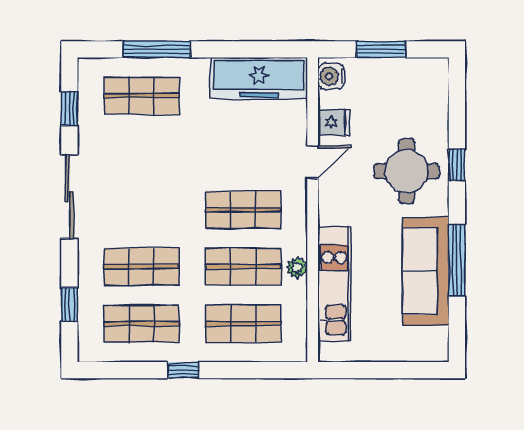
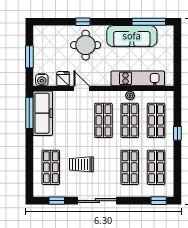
window: (157, 49) -> (29, 113), moved
trolley: (148, 162) -> (81, 164), added
window: (457, 260) -> (149, 22), moved
window: (69, 305) -> (159, 201), moved
window: (183, 370) -> (177, 133), moved

